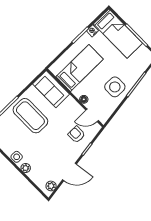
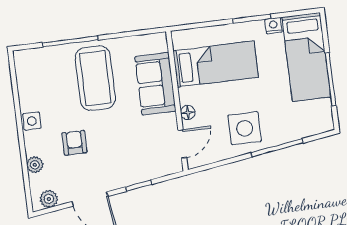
sofa: (51, 89) -> (155, 84), moved
door: (92, 115) -> (182, 144), swing flipped
armchair: (77, 135) -> (74, 143), moved
plant: (26, 168) -> (35, 165), moved

